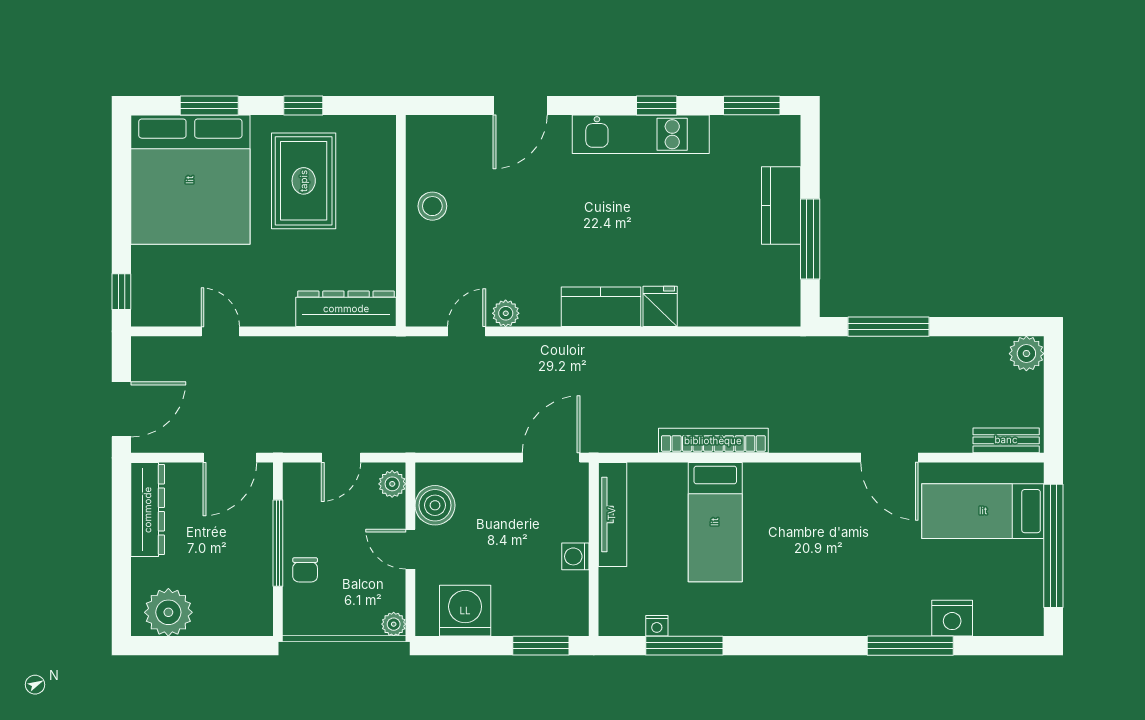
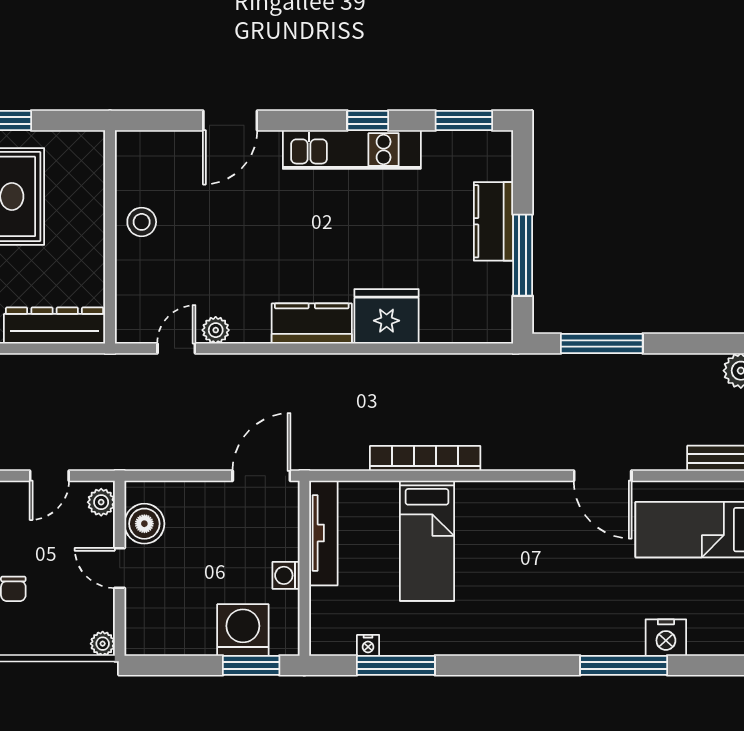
fridge: (660, 306) -> (387, 316), width x1.88, depth x1.34
washing machine: (465, 611) -> (243, 630), moved

